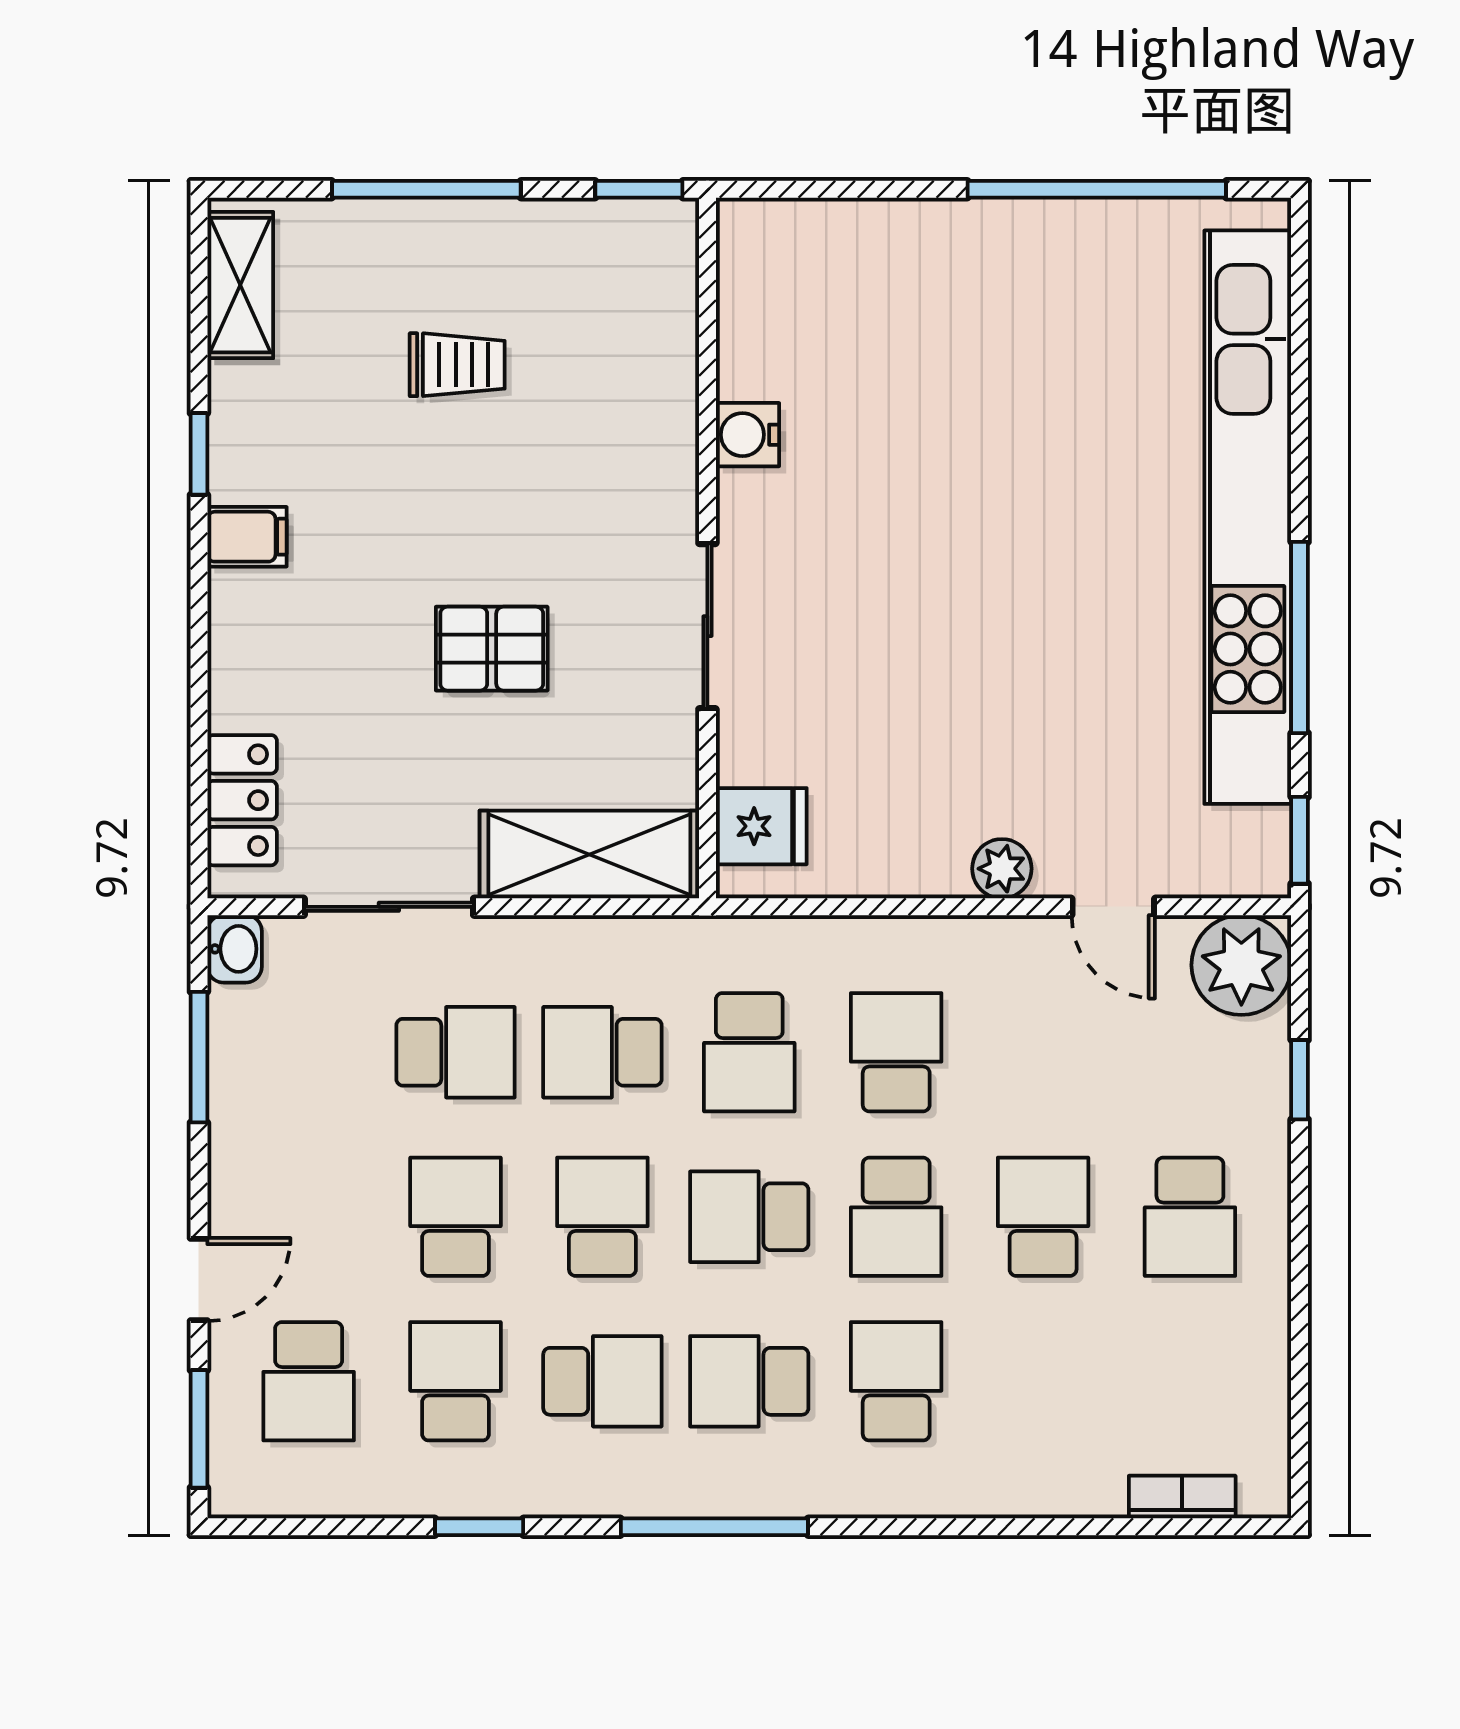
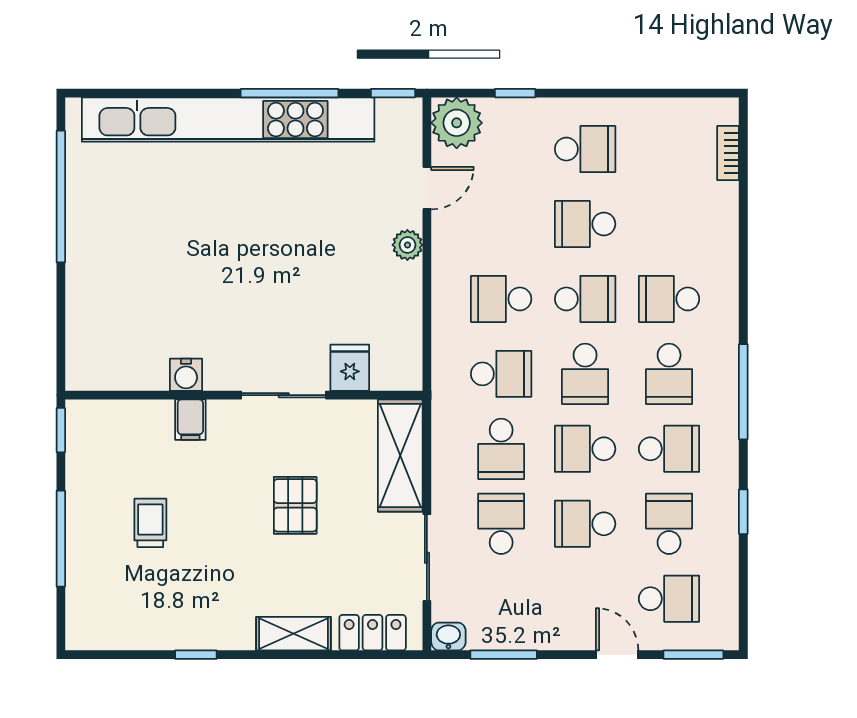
shelving: (240, 285) -> (293, 634), moved
filing cabinet: (247, 537) -> (190, 420), moved, turned 180
fridge: (761, 826) -> (350, 368), moved
school desk: (456, 1381) -> (669, 524), turned 90
school desk: (602, 1381) -> (669, 449), turned 90

